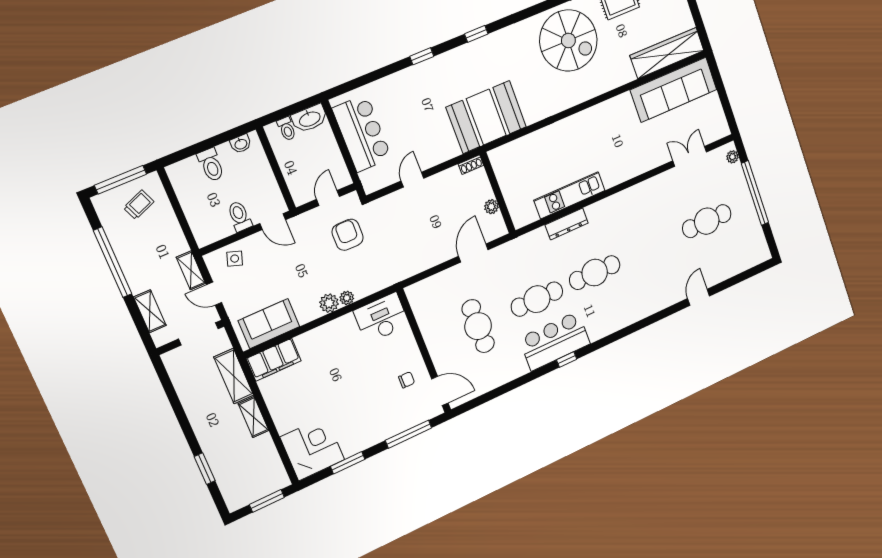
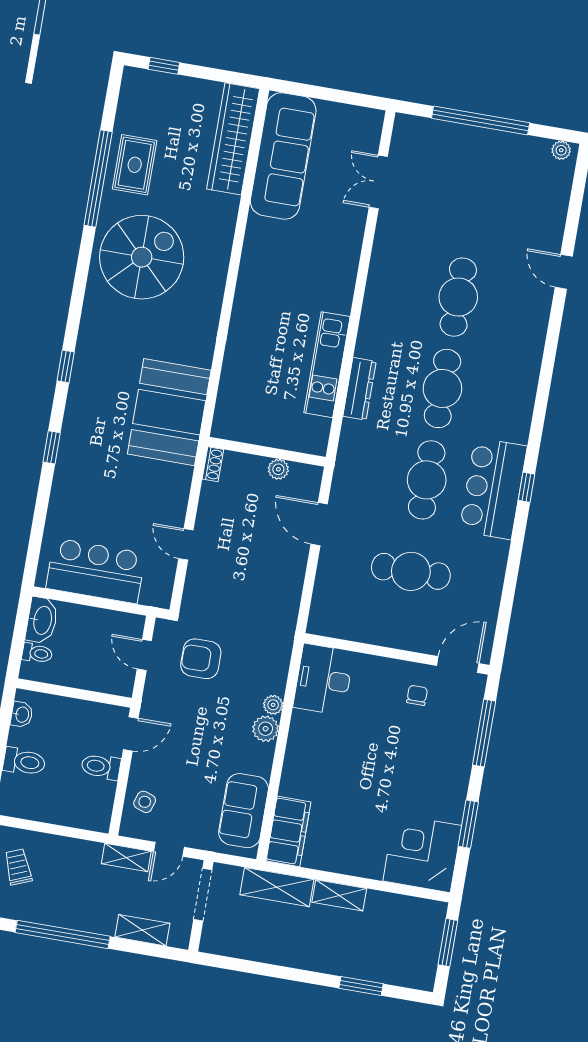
plant: (732, 157) -> (561, 150), moved
cafe table: (707, 221) -> (458, 297), moved

